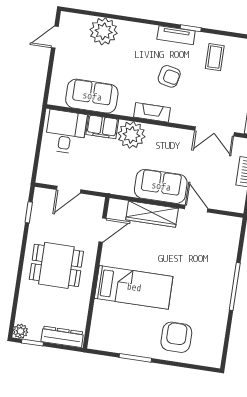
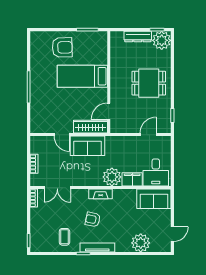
tv unit: (176, 35) -> (97, 247), width x1.41
sofa: (92, 96) -> (154, 199), moved
double door: (214, 131) -> (57, 188), swing flipped
door: (103, 230) -> (109, 111), moved
wall: (96, 273) -> (109, 82), moved
bed: (134, 287) -> (82, 76), moved
plant: (21, 331) -> (162, 40), width x1.87, depth x1.87
armchair: (176, 337) -> (62, 47), turned -92

